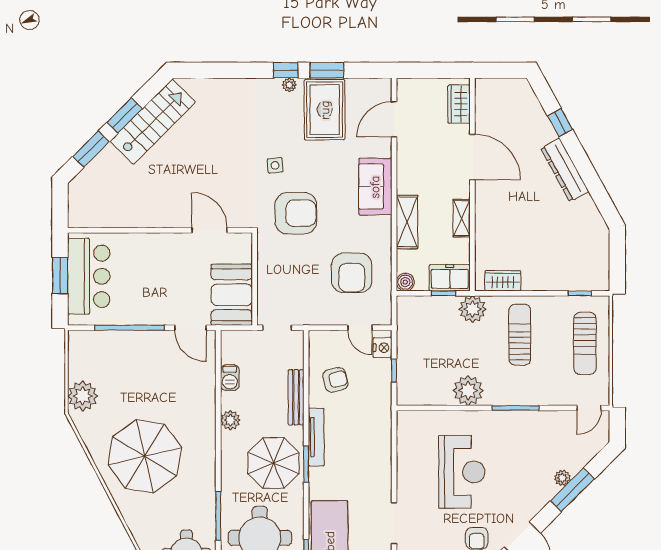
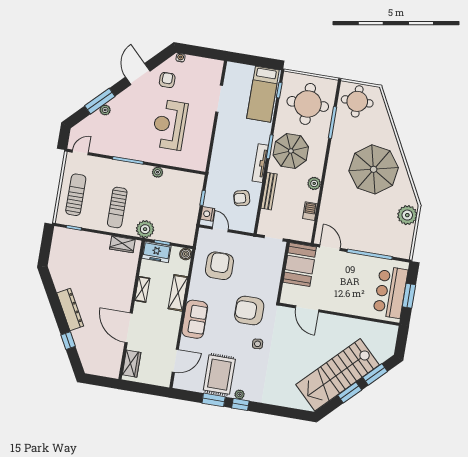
stairs: (153, 122) -> (338, 375), width x1.36, depth x1.51
plant: (468, 391) -> (158, 172), width x0.53, depth x0.53

